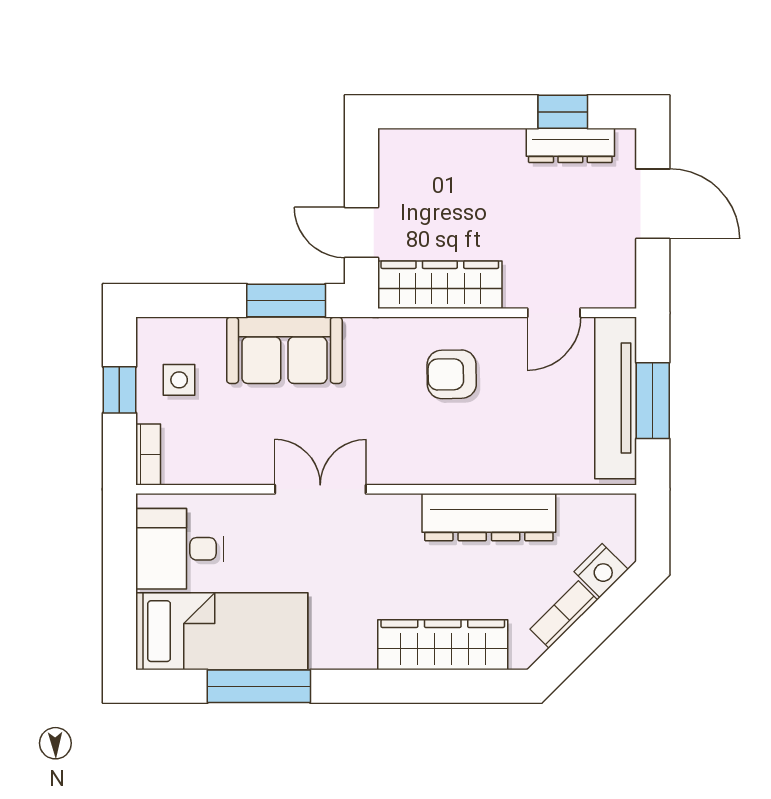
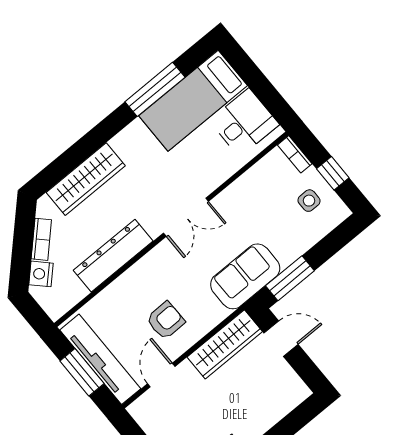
sofa: (284, 350) -> (245, 276), moved
armchair: (452, 374) -> (165, 320), moved
double door: (320, 489) -> (186, 217), moved

